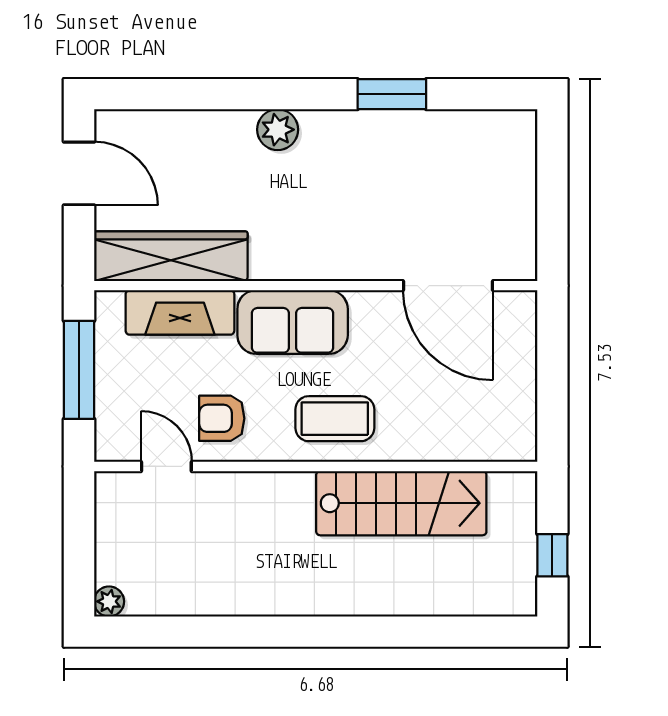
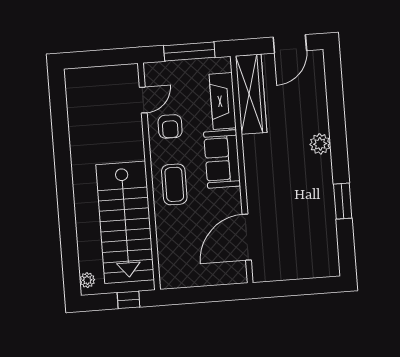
armchair: (222, 418) -> (170, 126), turned 180
stairs: (401, 503) -> (125, 222), width x1.36, depth x1.51
window: (552, 555) -> (129, 300), moved
plant: (109, 601) -> (87, 280), moved

